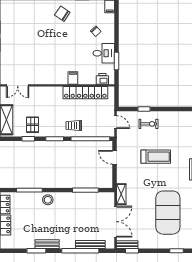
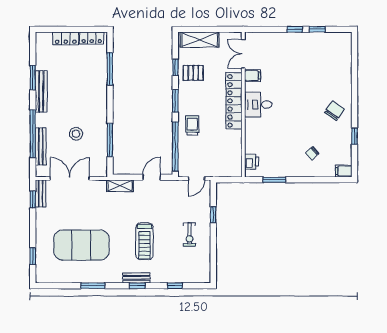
desk: (104, 53) -> (258, 105), moved, turned 90
filing cabinet: (73, 78) -> (253, 76), moved
locker: (85, 93) -> (234, 101), moved
exercise bike: (148, 124) -> (189, 235), moved
treadmill: (156, 157) -> (144, 241), moved
shelving: (121, 194) -> (120, 186), moved
stool: (48, 200) -> (76, 134), moved
double door: (116, 222) -> (70, 178), swing flipped
bench: (47, 244) -> (41, 91), width x1.36

